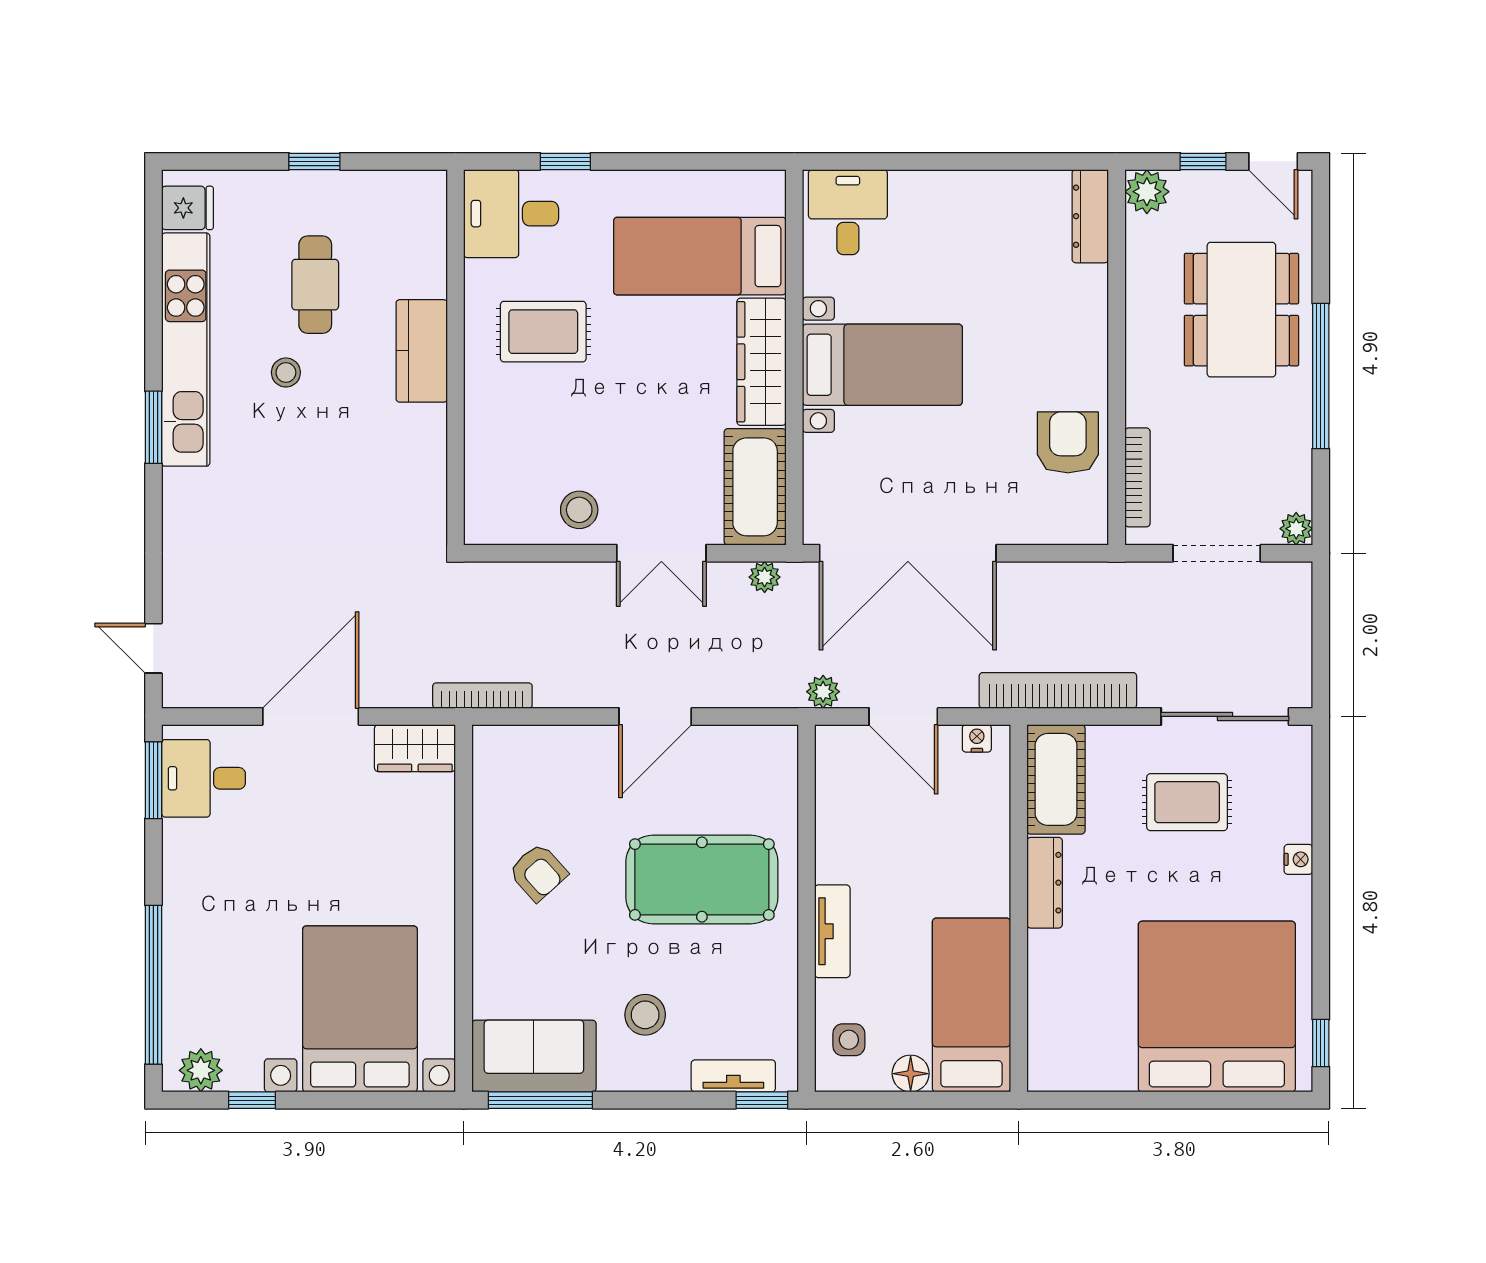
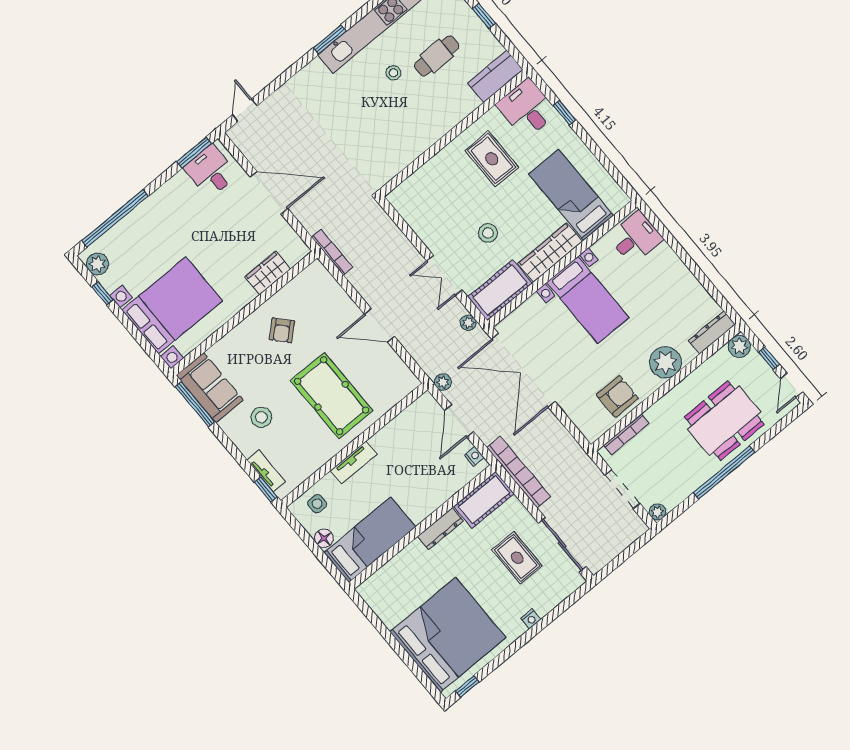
plant: (1077, 325) -> (665, 362), added
kitchen counter: (422, 351) -> (495, 76), moved
stool: (579, 510) -> (488, 233), moved
wardrobe: (415, 748) -> (268, 273), moved, turned 90

